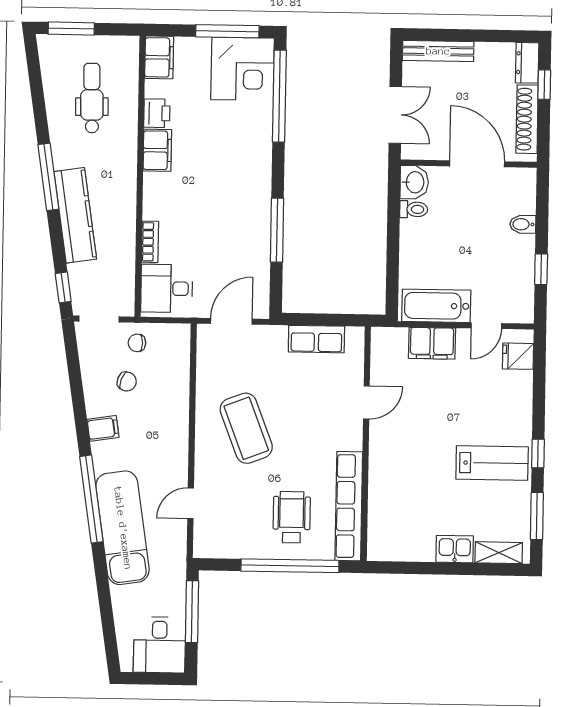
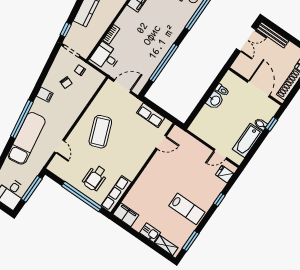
double door: (395, 115) -> (246, 39), moved
washbasin: (414, 182) -> (215, 100), moved
window: (277, 230) -> (164, 63), width x1.46
window: (541, 269) -> (272, 124), moved
bathtub: (436, 306) -> (247, 141), moved, turned -90
filing cabinet: (432, 343) -> (126, 215), moved, turned 180
door: (366, 402) -> (161, 142), moved
window: (538, 454) -> (219, 199), moved
door: (191, 503) -> (59, 146), swing flipped
row of seats: (349, 506) -> (116, 194), width x0.73
wheelchair: (292, 517) -> (95, 178), turned 180

